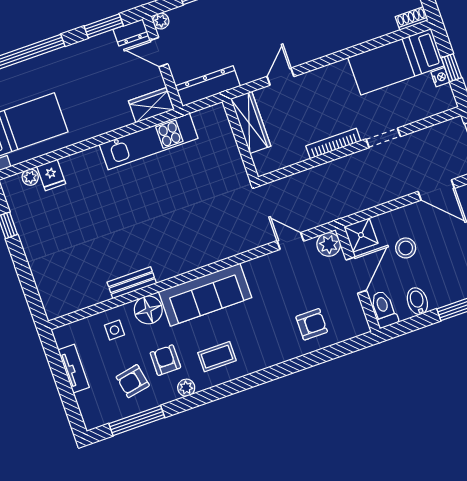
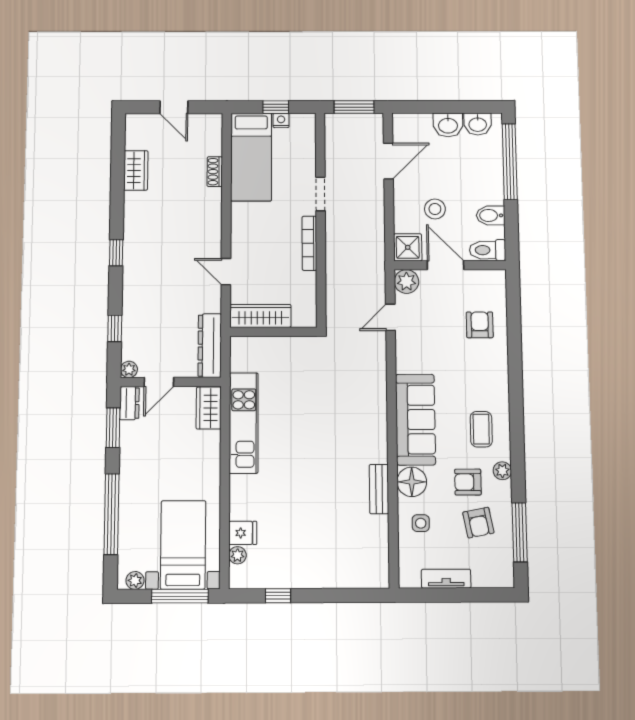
shoe rack: (412, 19) -> (215, 172), moved

